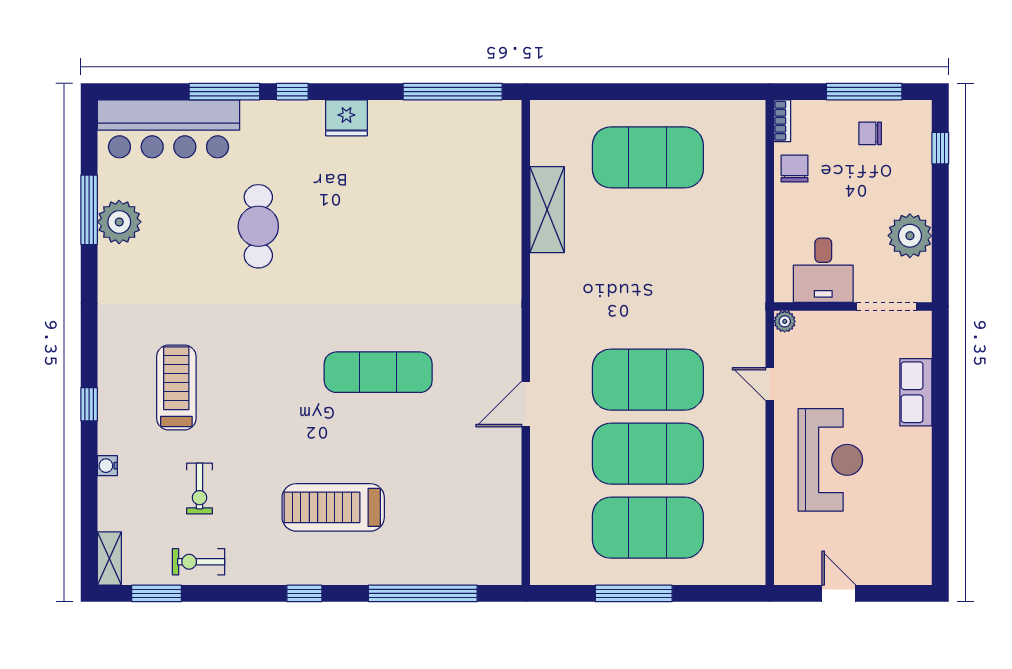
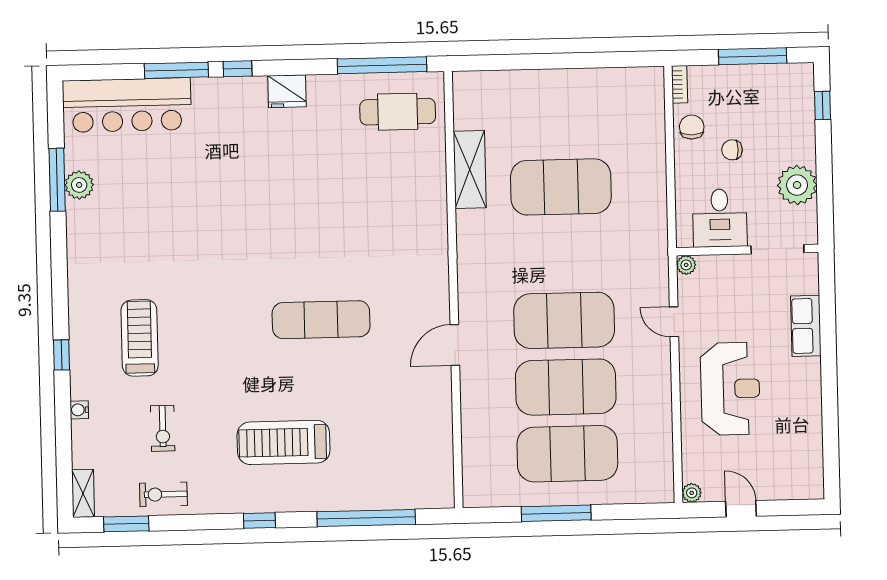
chair: (870, 133) -> (732, 150), moved
exercise mat: (648, 157) -> (561, 187), moved
plant: (119, 222) -> (79, 185), width x0.73, depth x0.73
cafe table: (258, 226) -> (398, 112), moved, turned 90
plant: (785, 574) -> (692, 493), added

